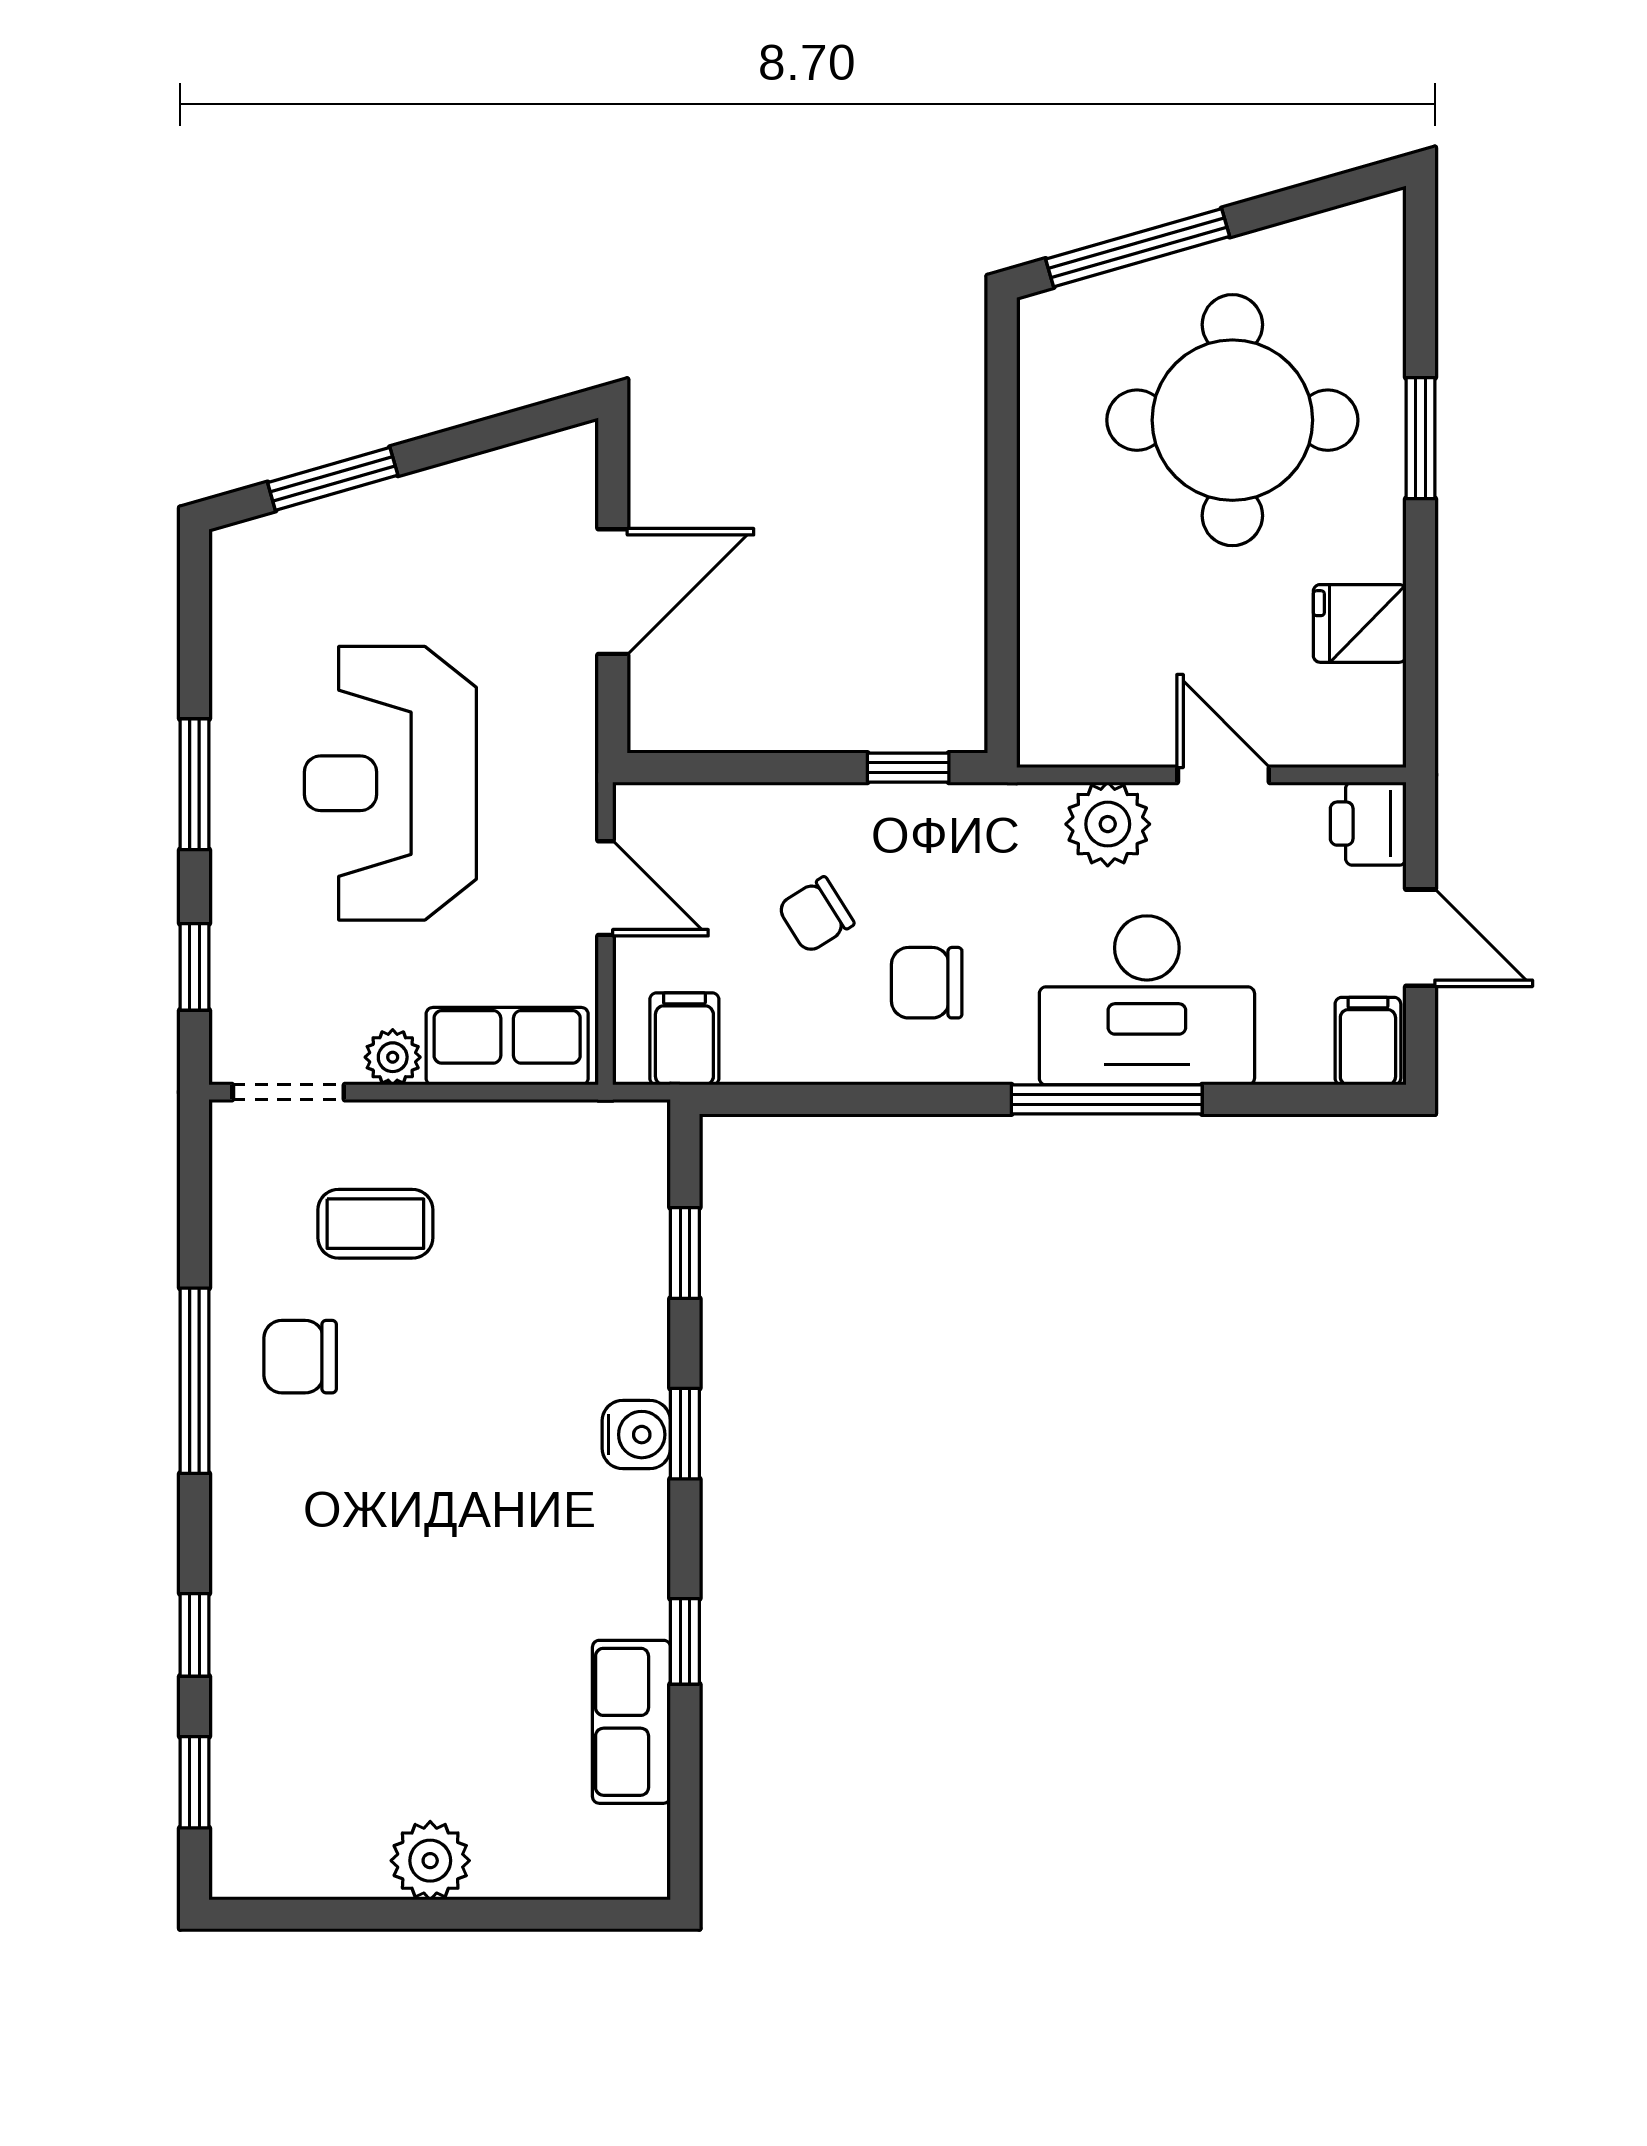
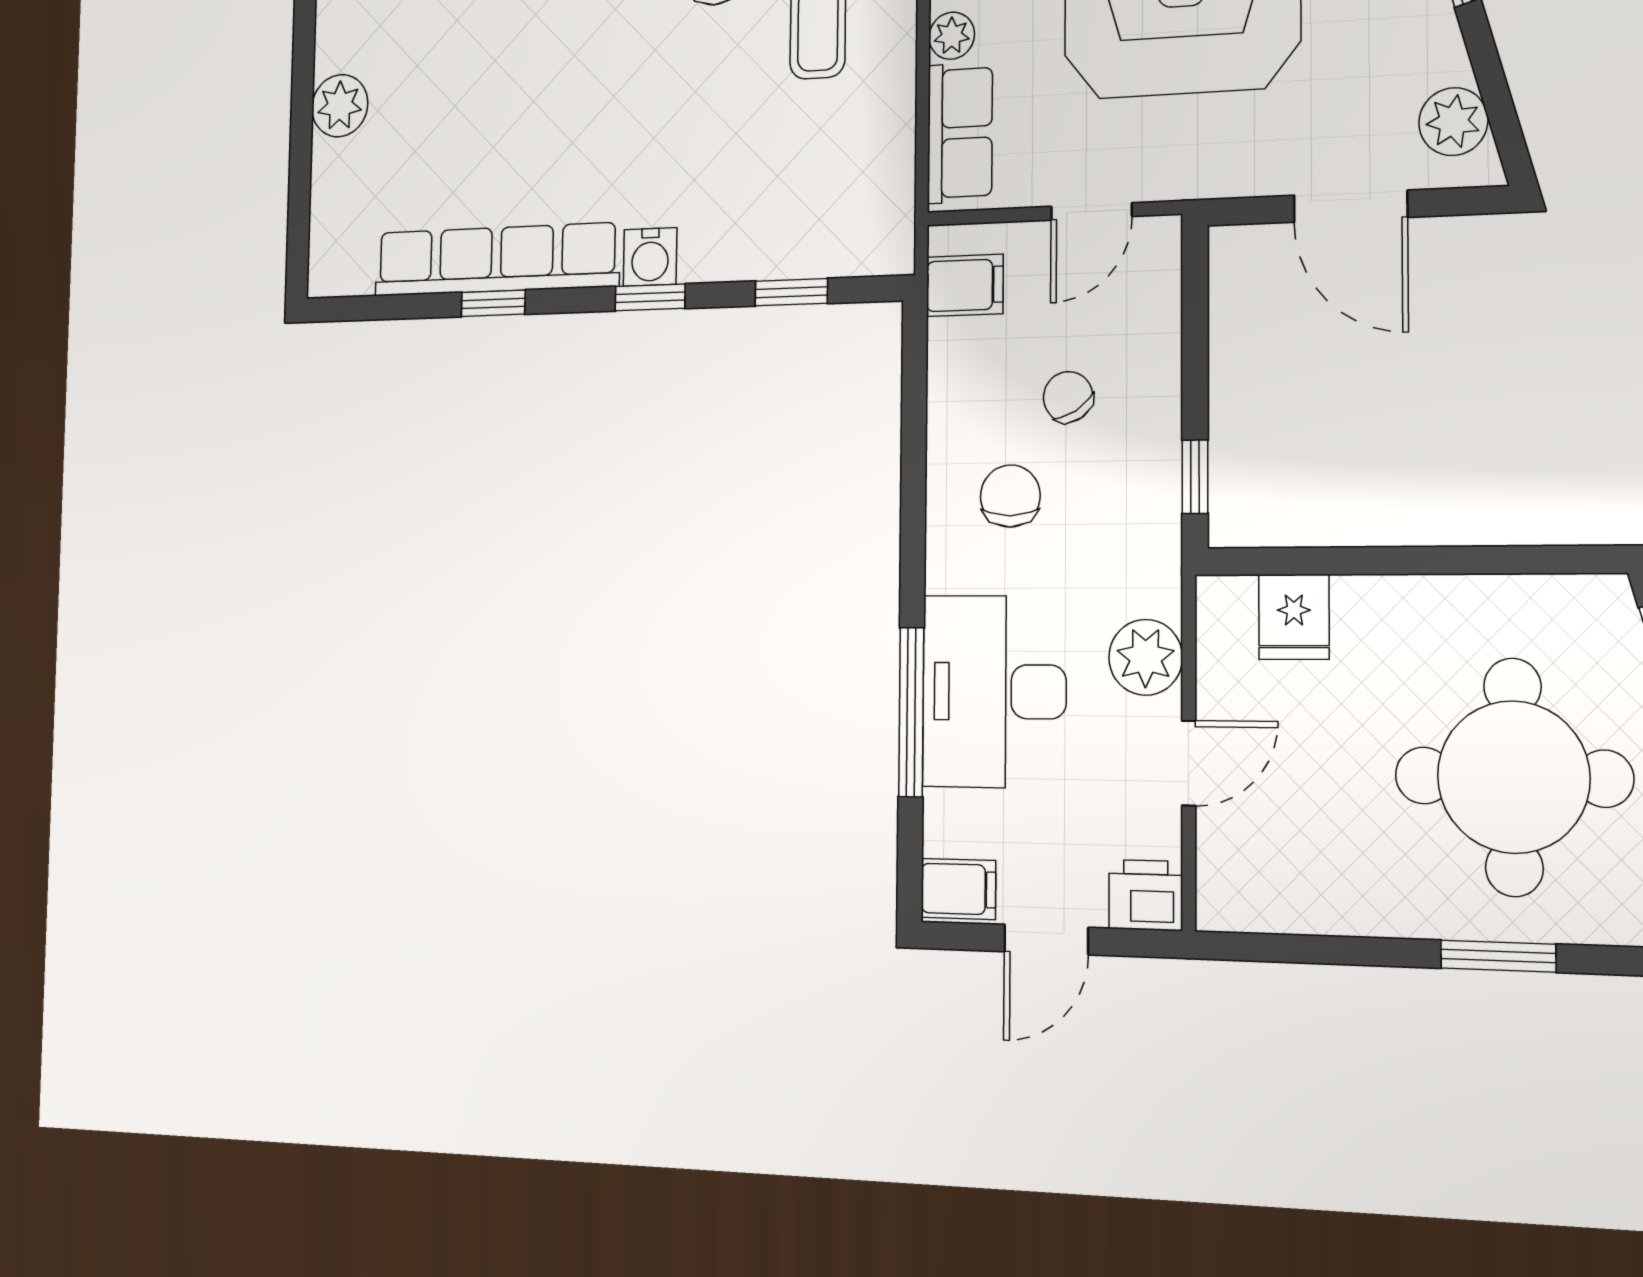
plant: (524, 478) -> (1453, 122), added
fridge: (1360, 623) -> (1294, 617), moved, turned 180
window: (1107, 1099) -> (911, 712), moved
row of seats: (631, 1722) -> (496, 259), width x2.02

